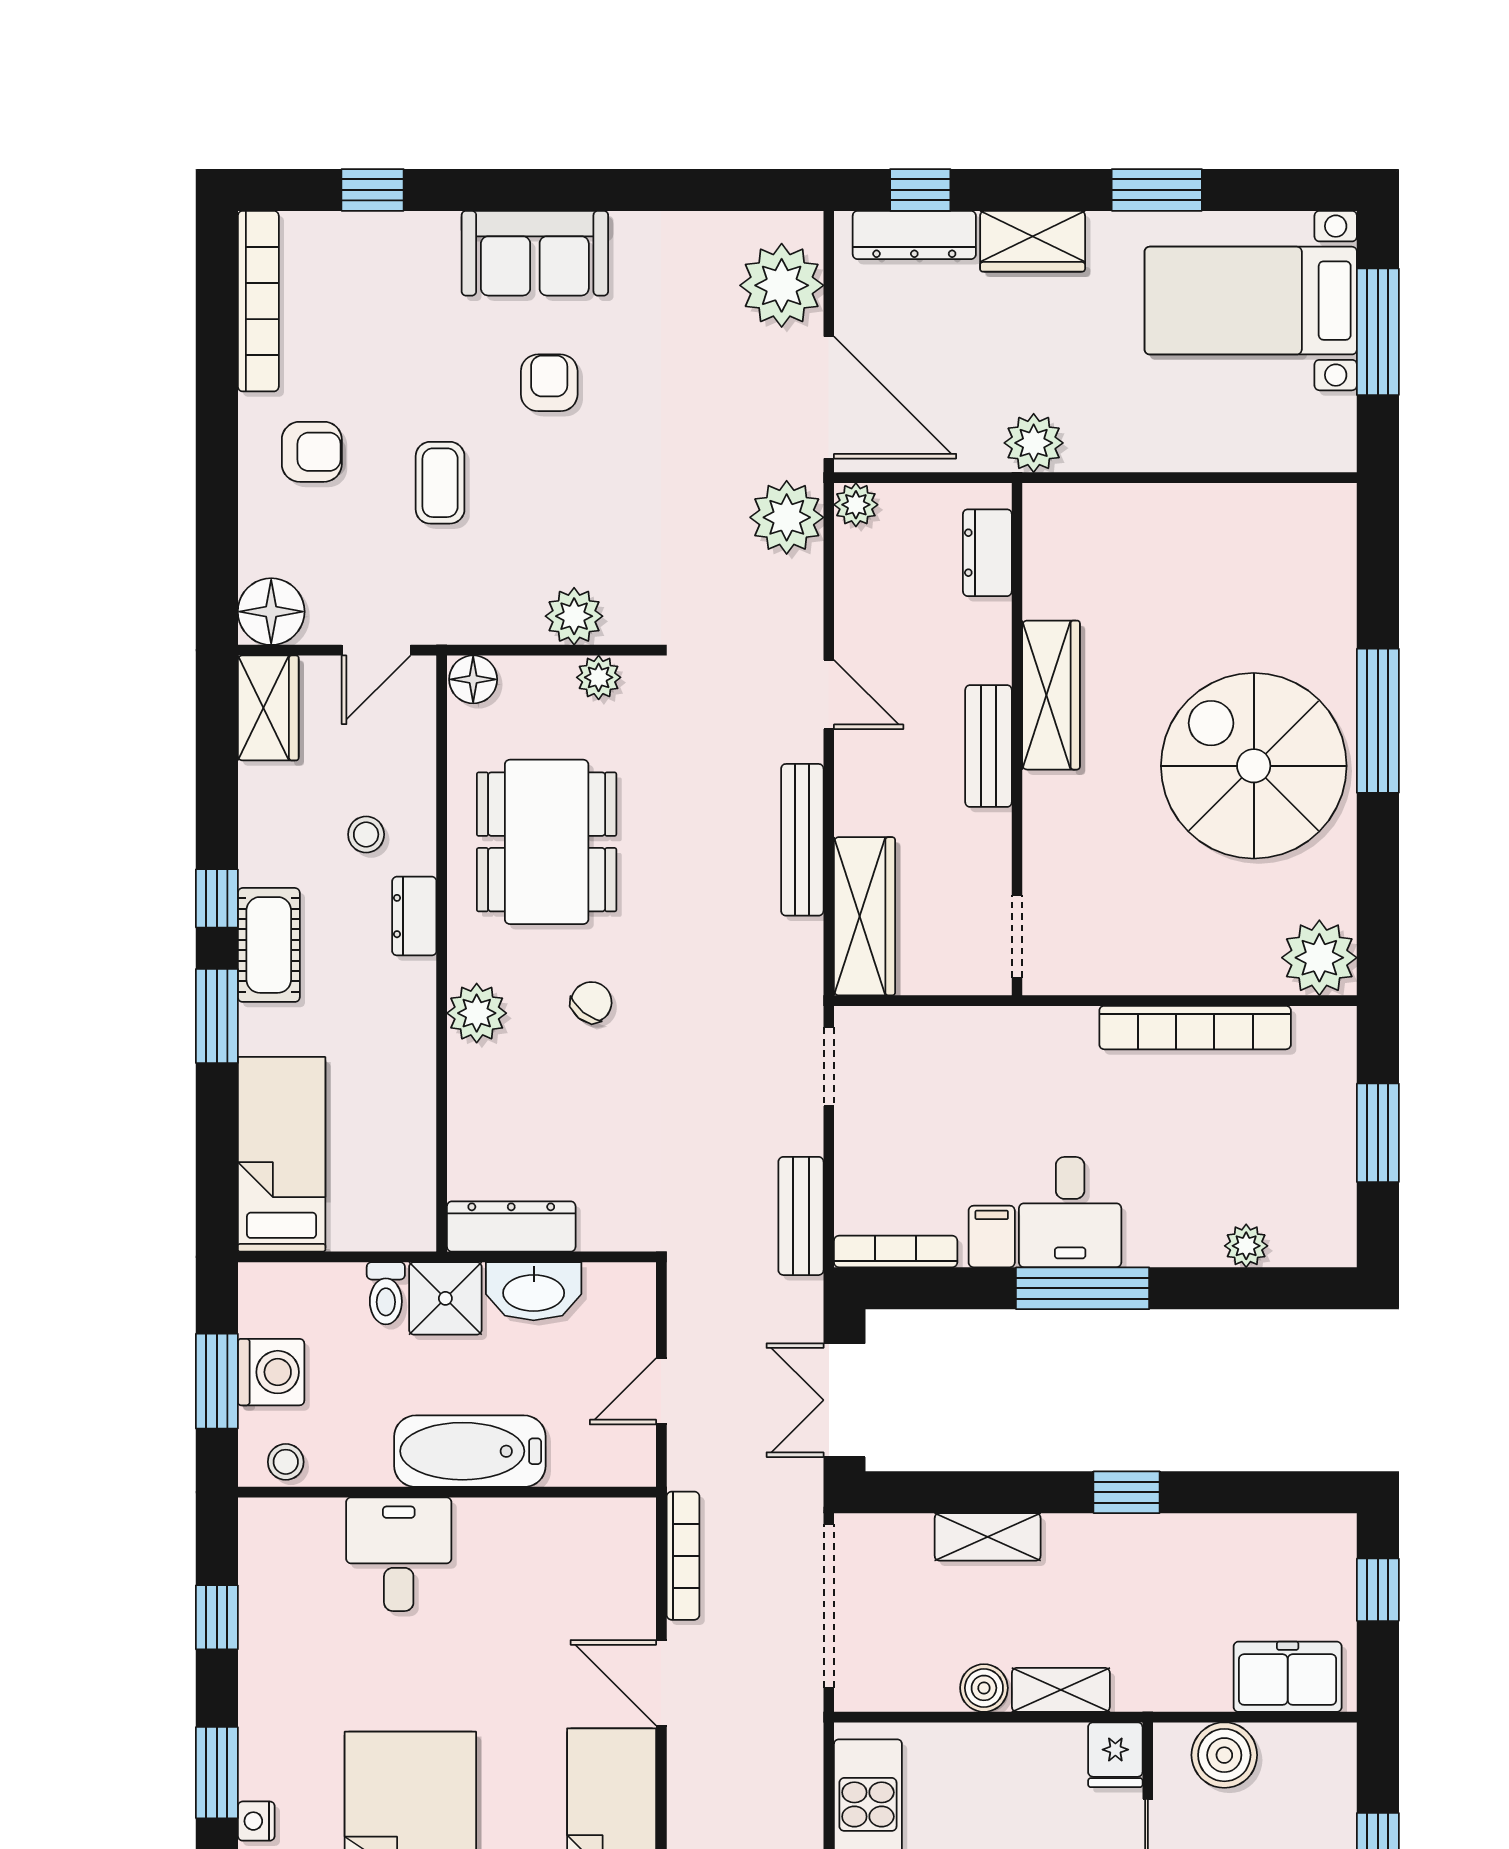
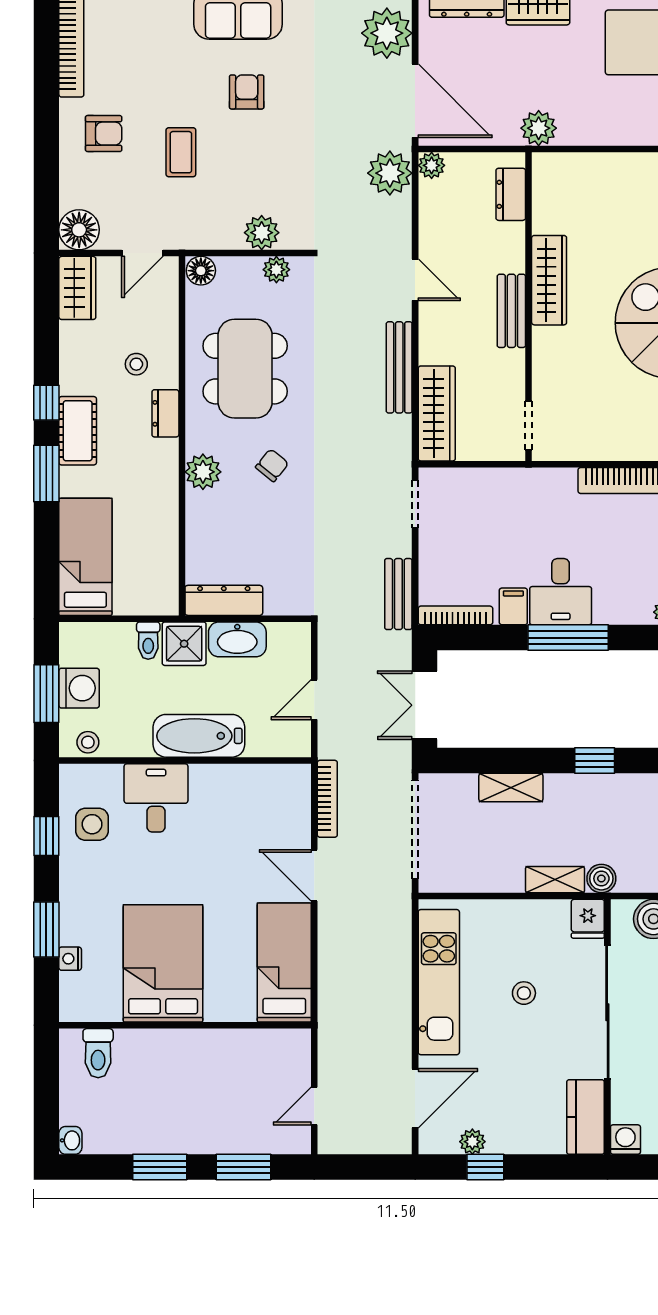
side table: (293, 1598) -> (92, 824), added
boiler: (984, 1688) -> (601, 879), moved

